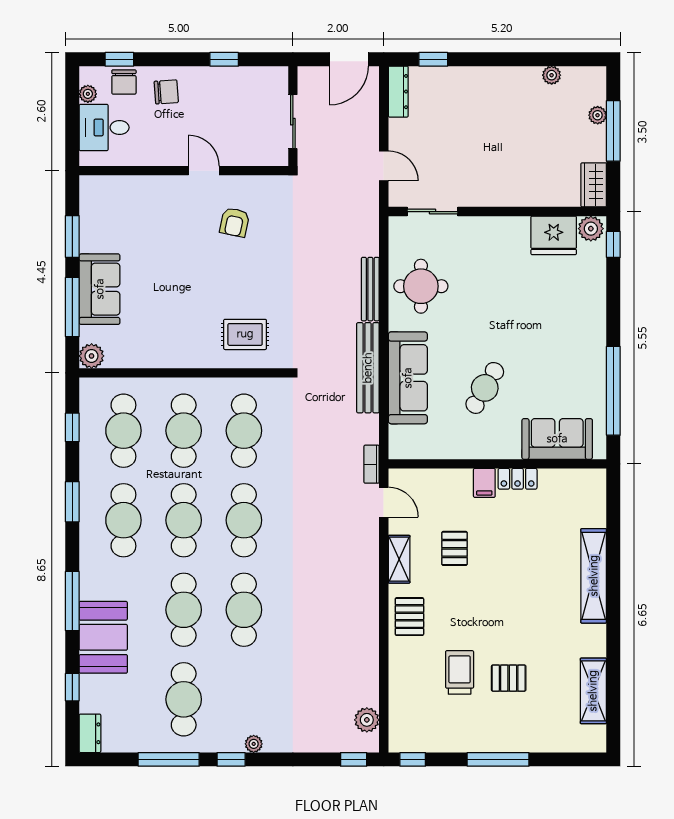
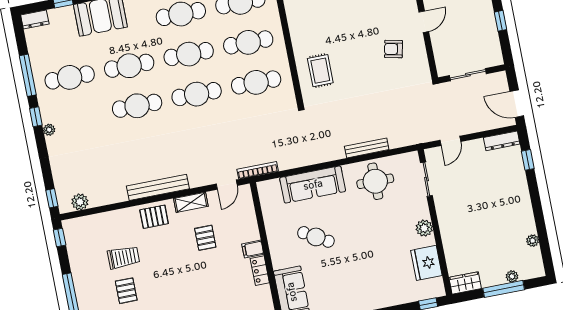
plant: (591, 229) -> (424, 228), moved
bench: (368, 368) -> (158, 187), moved
bookcase: (372, 464) -> (258, 170), width x1.56
pallet: (455, 548) -> (205, 238), turned 90

